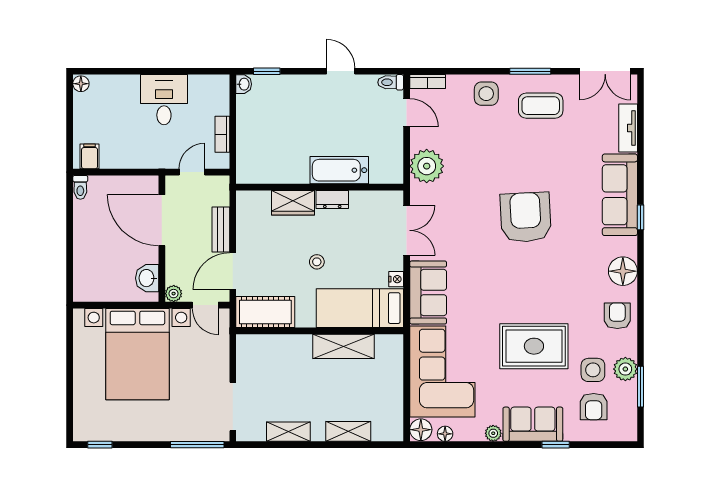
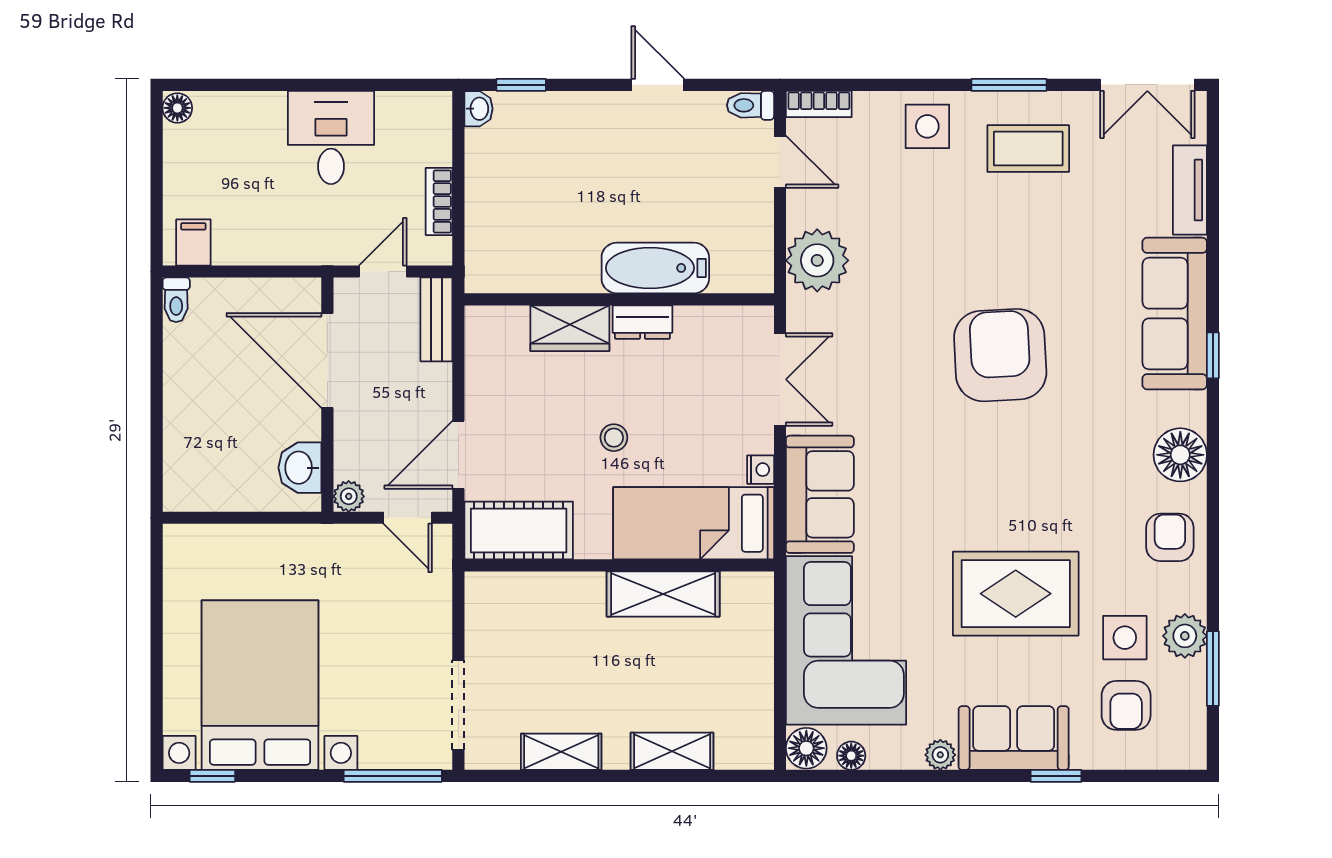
bench: (221, 230) -> (436, 319), moved
bed with nightstands: (137, 354) -> (260, 685), moved, turned 180

